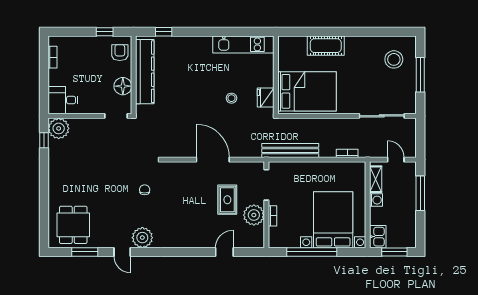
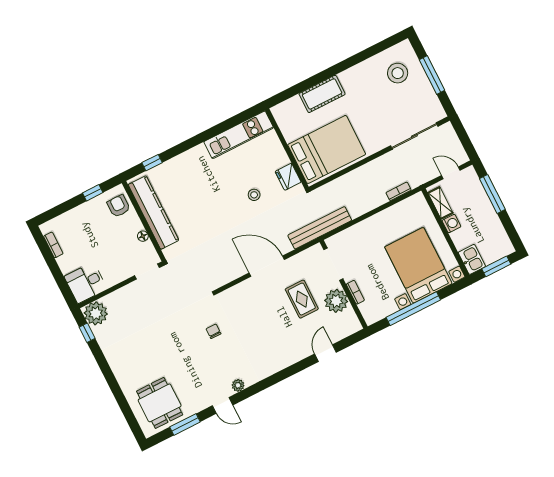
floor lamp: (123, 86) -> (143, 236), width x0.53, depth x0.53
bench: (290, 151) -> (320, 228), moved
plant: (142, 238) -> (238, 385), width x0.53, depth x0.53

